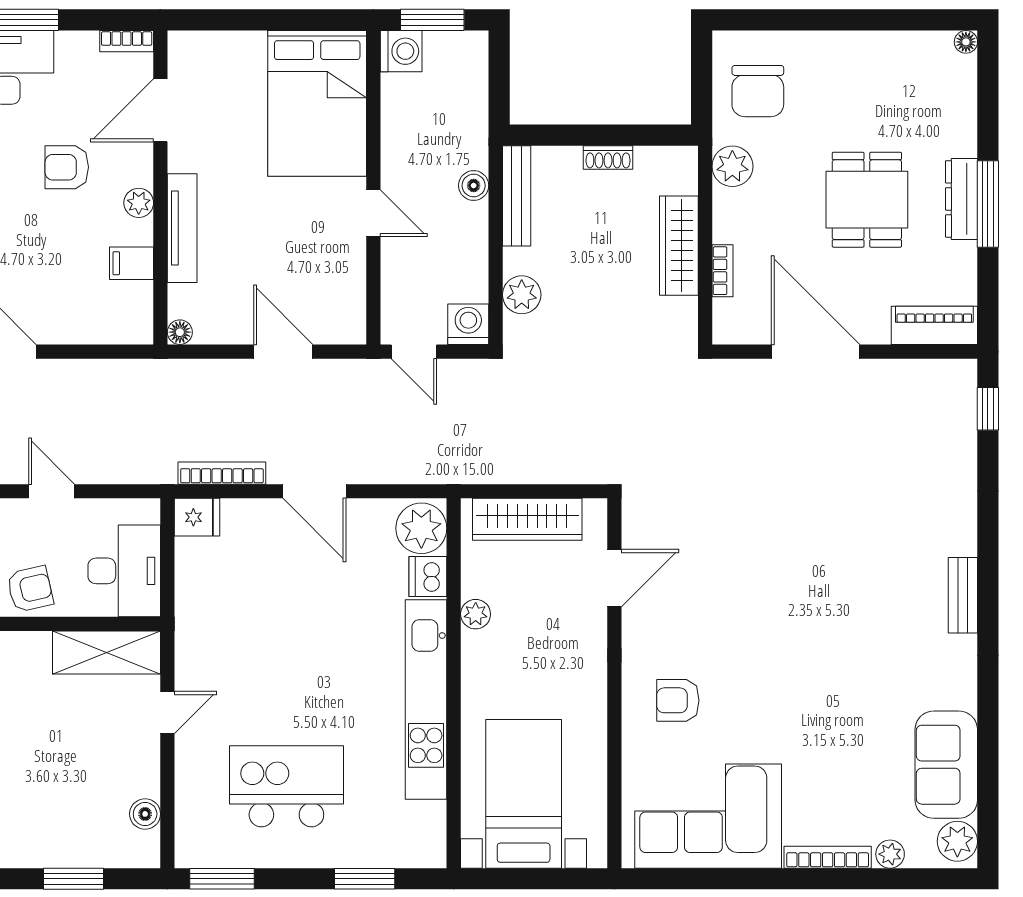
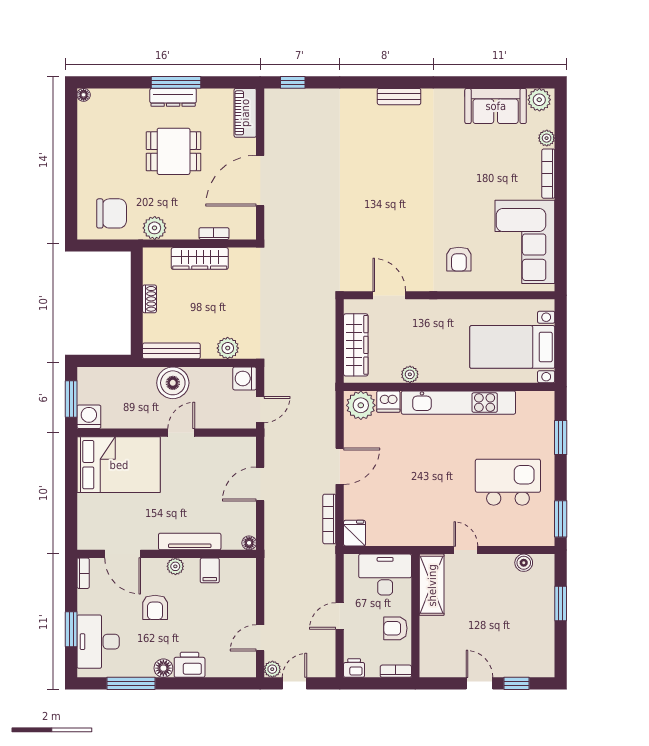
boiler: (474, 186) -> (173, 383), width x1.86, depth x1.86
armchair: (30, 589) -> (395, 628), turned -77
kitchen island: (286, 786) -> (508, 482), turned 90

